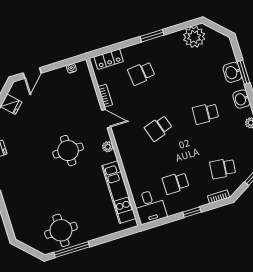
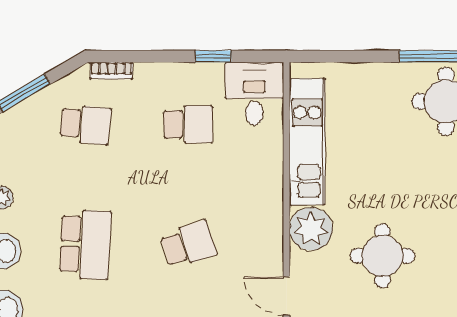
school desk: (206, 113) -> (85, 244), width x1.85
plant: (108, 147) -> (311, 229), width x1.87, depth x1.87
window: (192, 212) -> (213, 56), moved

